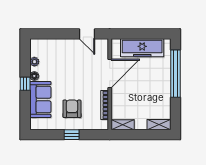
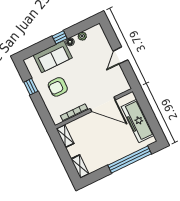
door: (87, 34) -> (120, 55), moved
armchair: (72, 109) -> (58, 87), turned 180
window: (72, 135) -> (31, 87), moved

